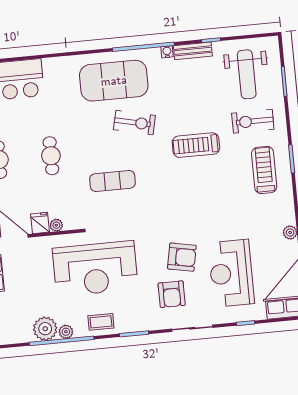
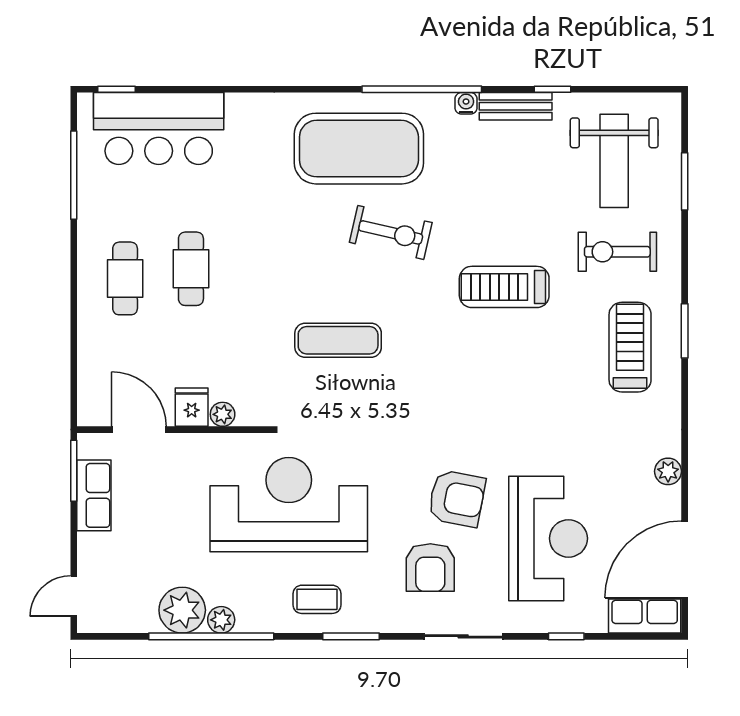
cafe table: (51, 156) -> (191, 269), moved
reception desk: (95, 269) -> (289, 505), turned 180
reception desk: (231, 273) -> (548, 538), turned 180
coffee table: (101, 322) -> (317, 599), moved

